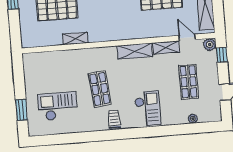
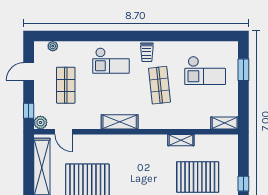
shelving: (166, 48) -> (225, 123), moved
checkout: (148, 109) -> (111, 61), turned -90
plant: (193, 119) -> (53, 46), moved

